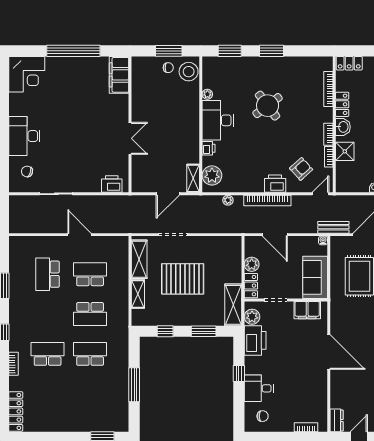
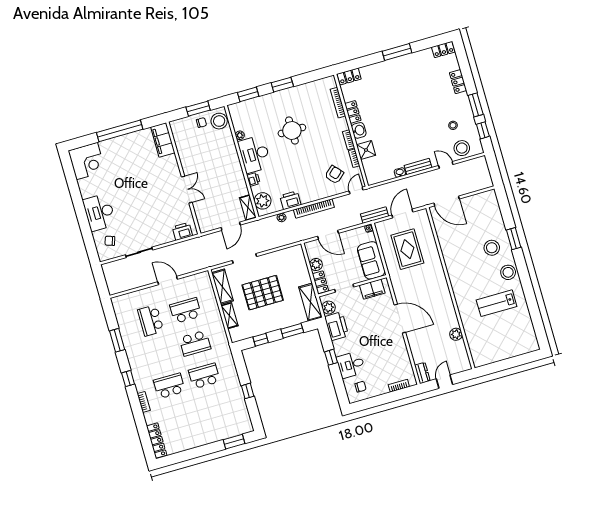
round table: (268, 106) -> (292, 130), turned 37
printer: (275, 184) -> (290, 200), moved
window: (134, 385) -> (248, 391), width x0.46

